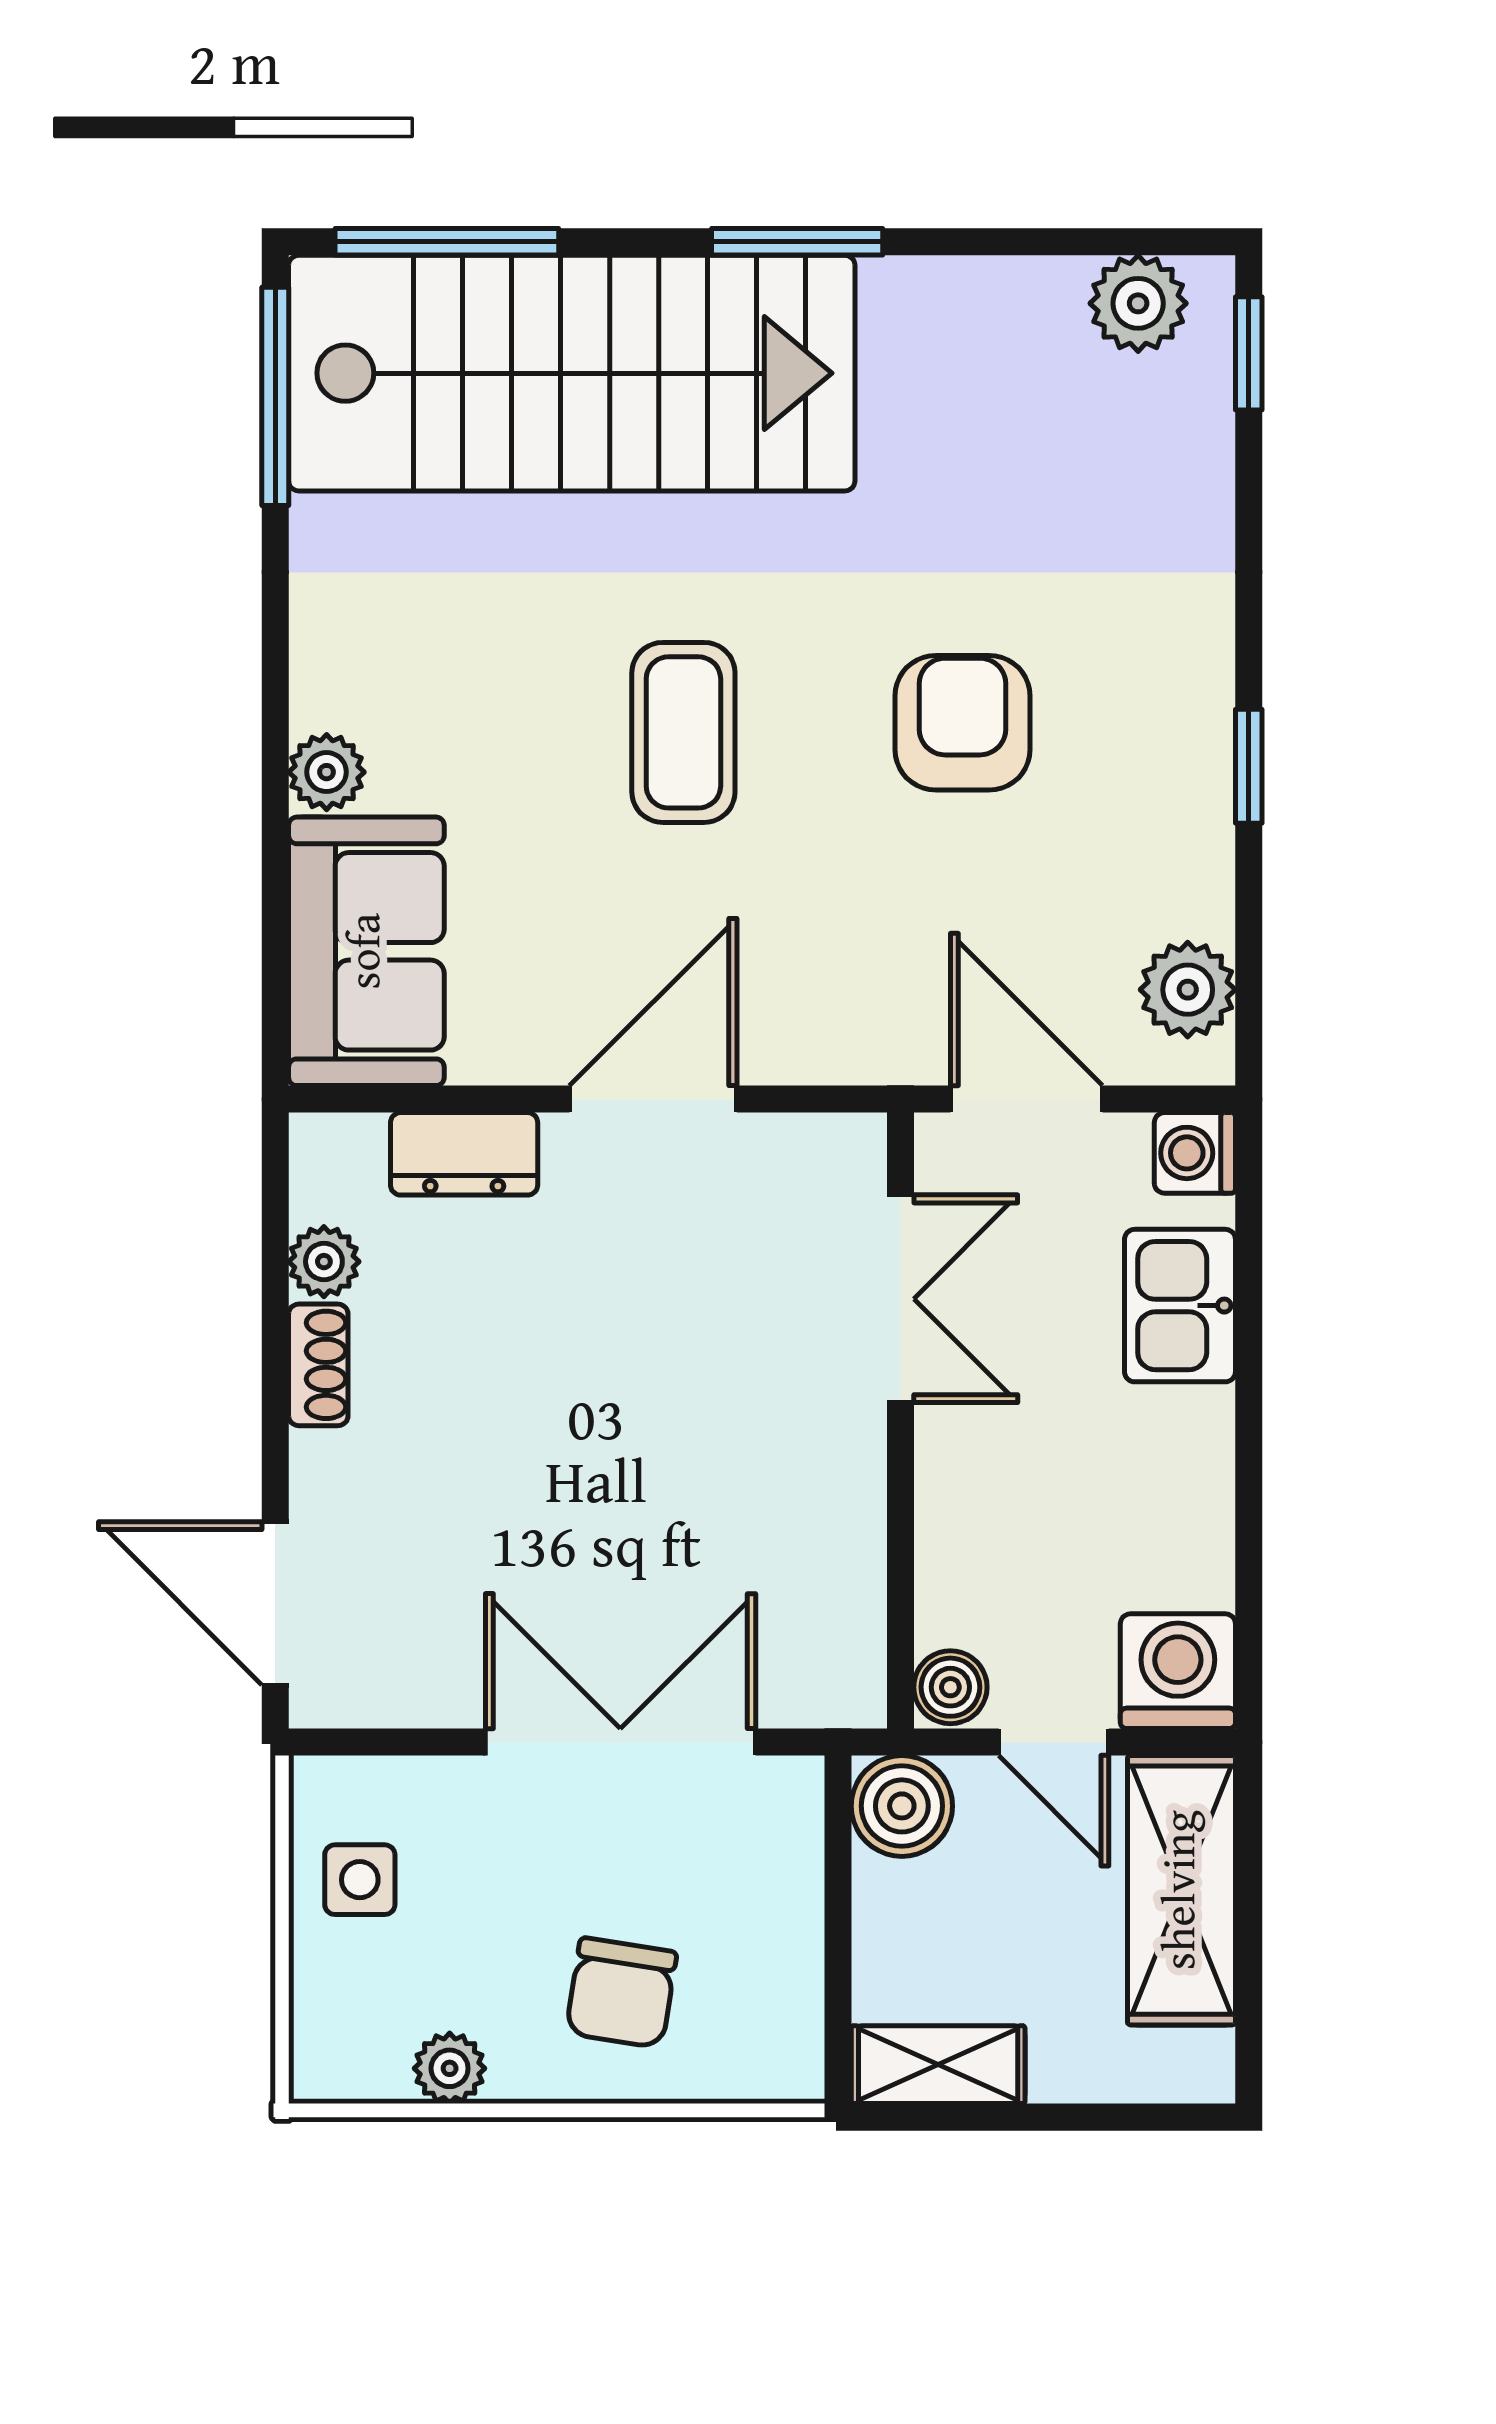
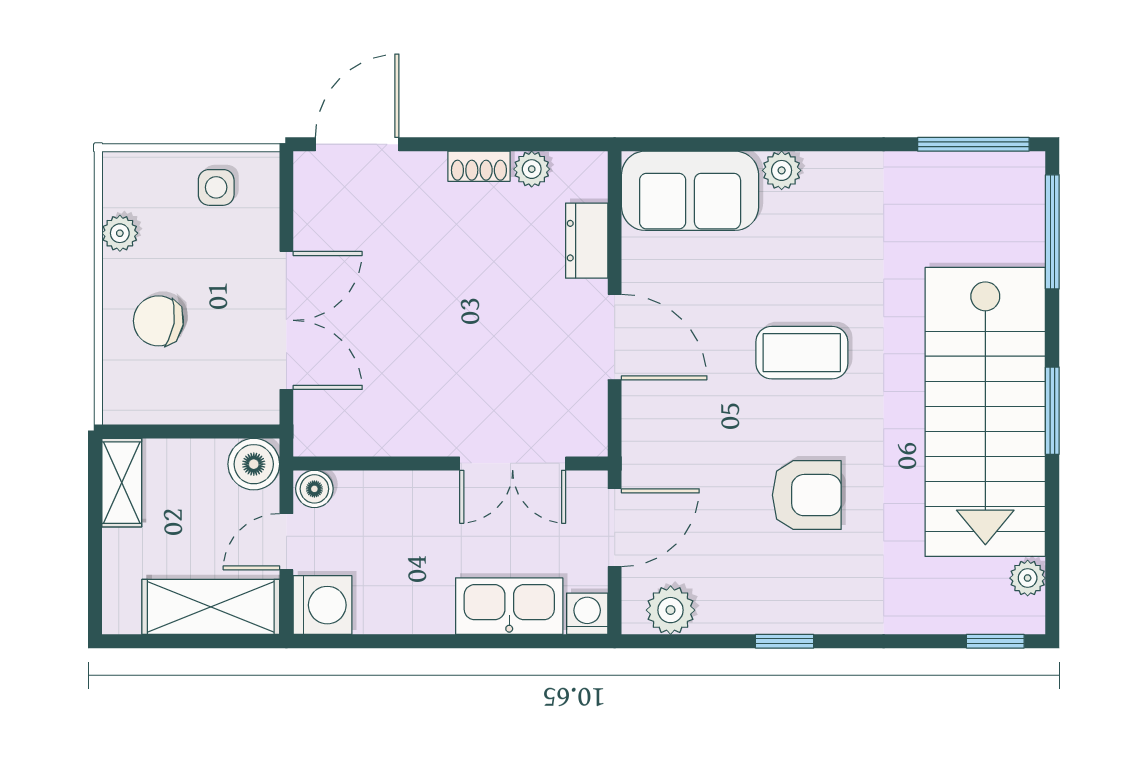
plant: (1138, 303) -> (1028, 578), width x0.73, depth x0.73
stairs: (572, 373) -> (985, 412), moved
kitchen sink: (1180, 1306) -> (509, 606), width x1.38

